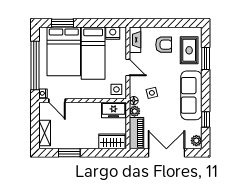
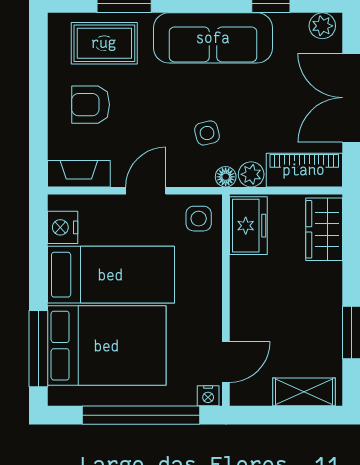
window: (63, 23) -> (38, 349), width x1.44
armchair: (164, 45) -> (91, 105), turned -90

